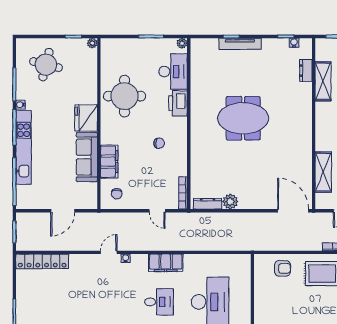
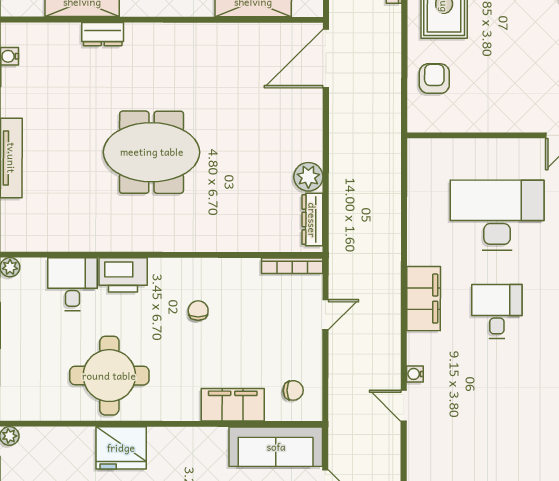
dresser: (306, 71) -> (103, 34), moved
desk: (173, 72) -> (72, 284), width x0.73
fridge: (86, 118) -> (121, 448), moved
meeting table: (243, 118) -> (152, 152), turned 90
sofa: (87, 157) -> (276, 447), moved

